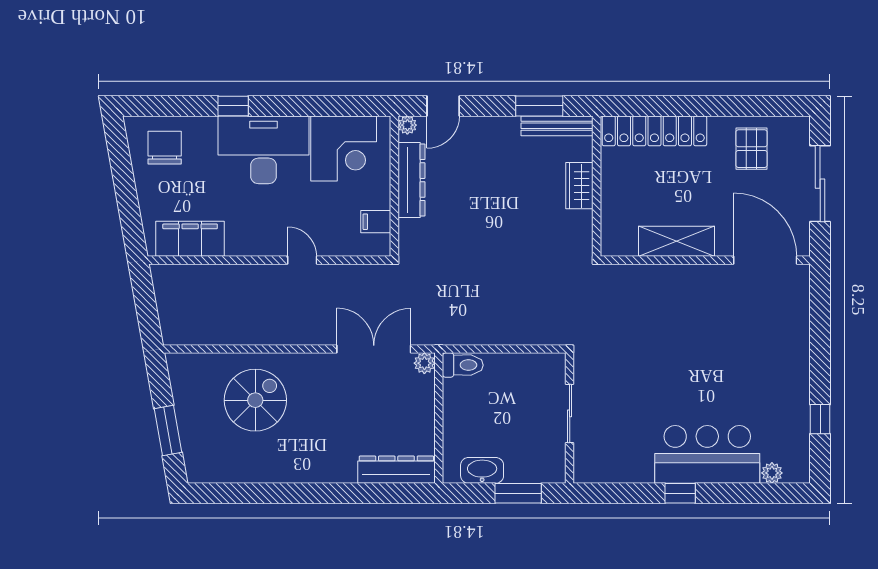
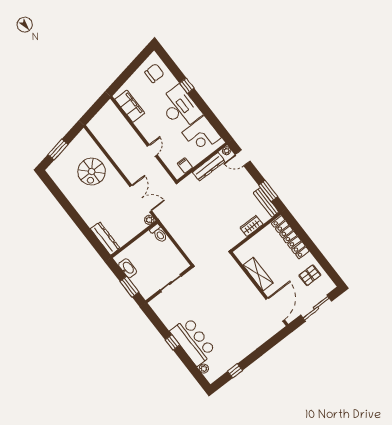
spiral stairs: (255, 400) -> (92, 172), turned 90

